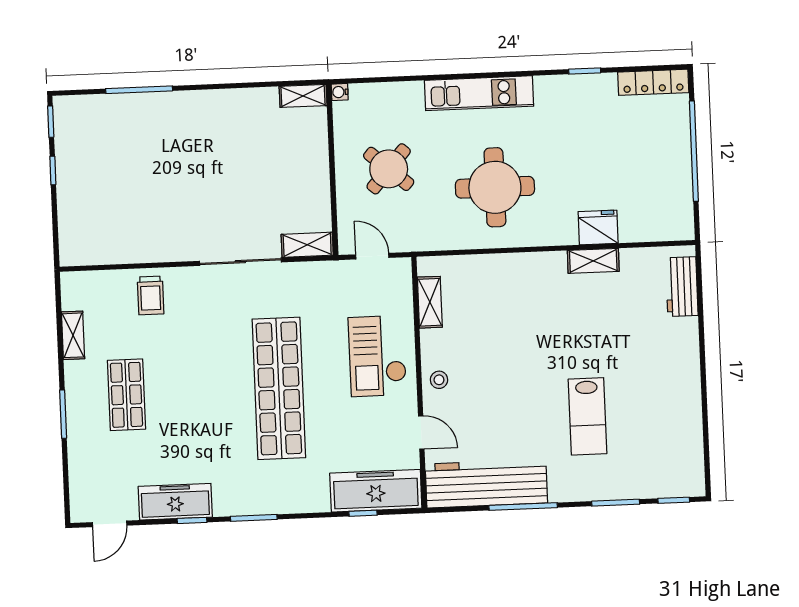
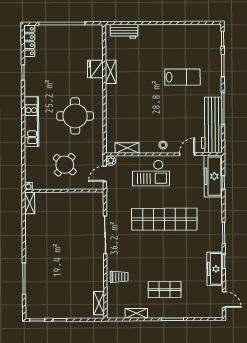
shelving: (307, 245) -> (99, 303), moved
plant: (401, 268) -> (111, 161), added

